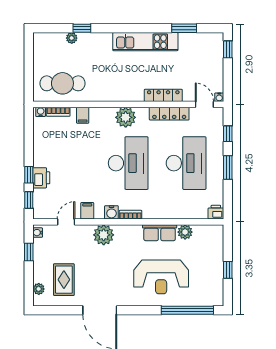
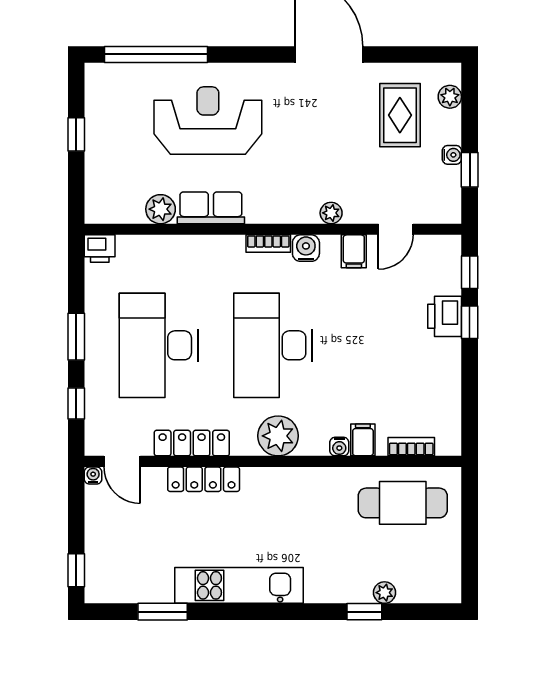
water cooler: (41, 112) -> (339, 447), moved
water cooler: (38, 233) -> (452, 155), moved
plant: (104, 235) -> (331, 213), width x0.53, depth x0.53

